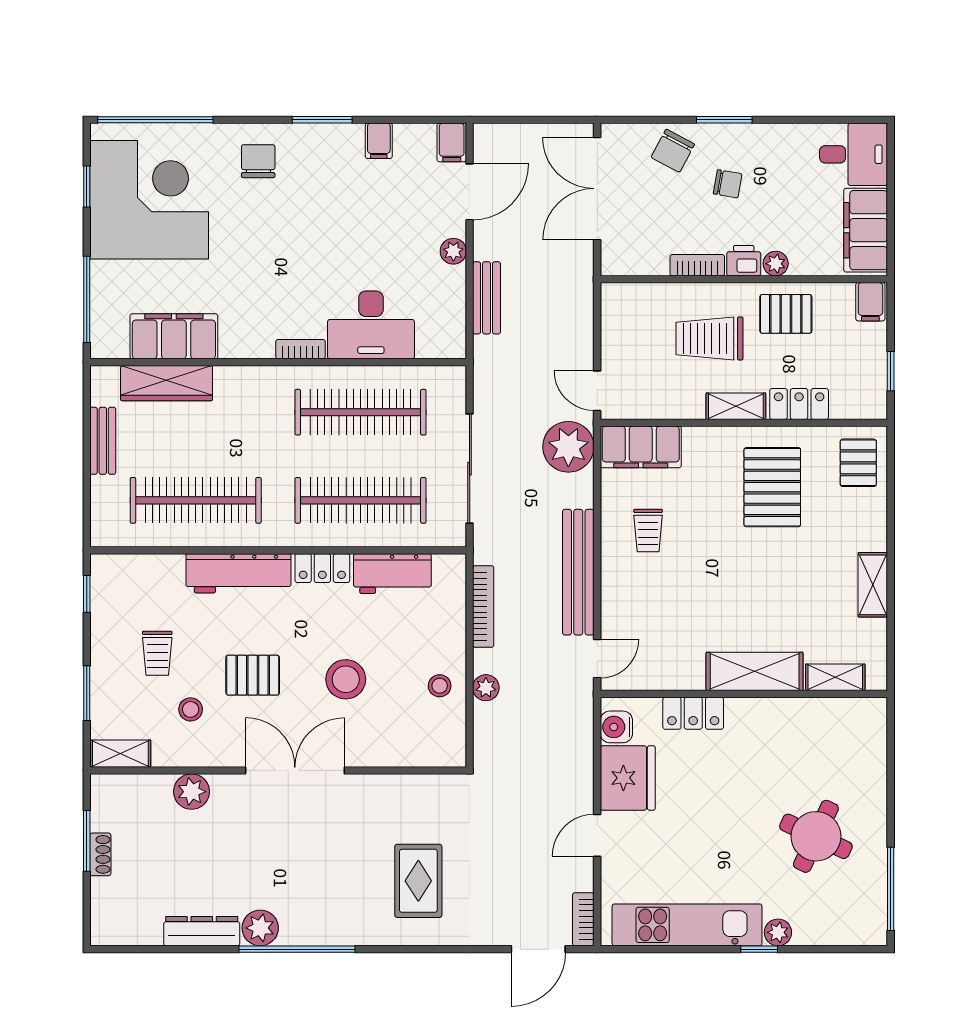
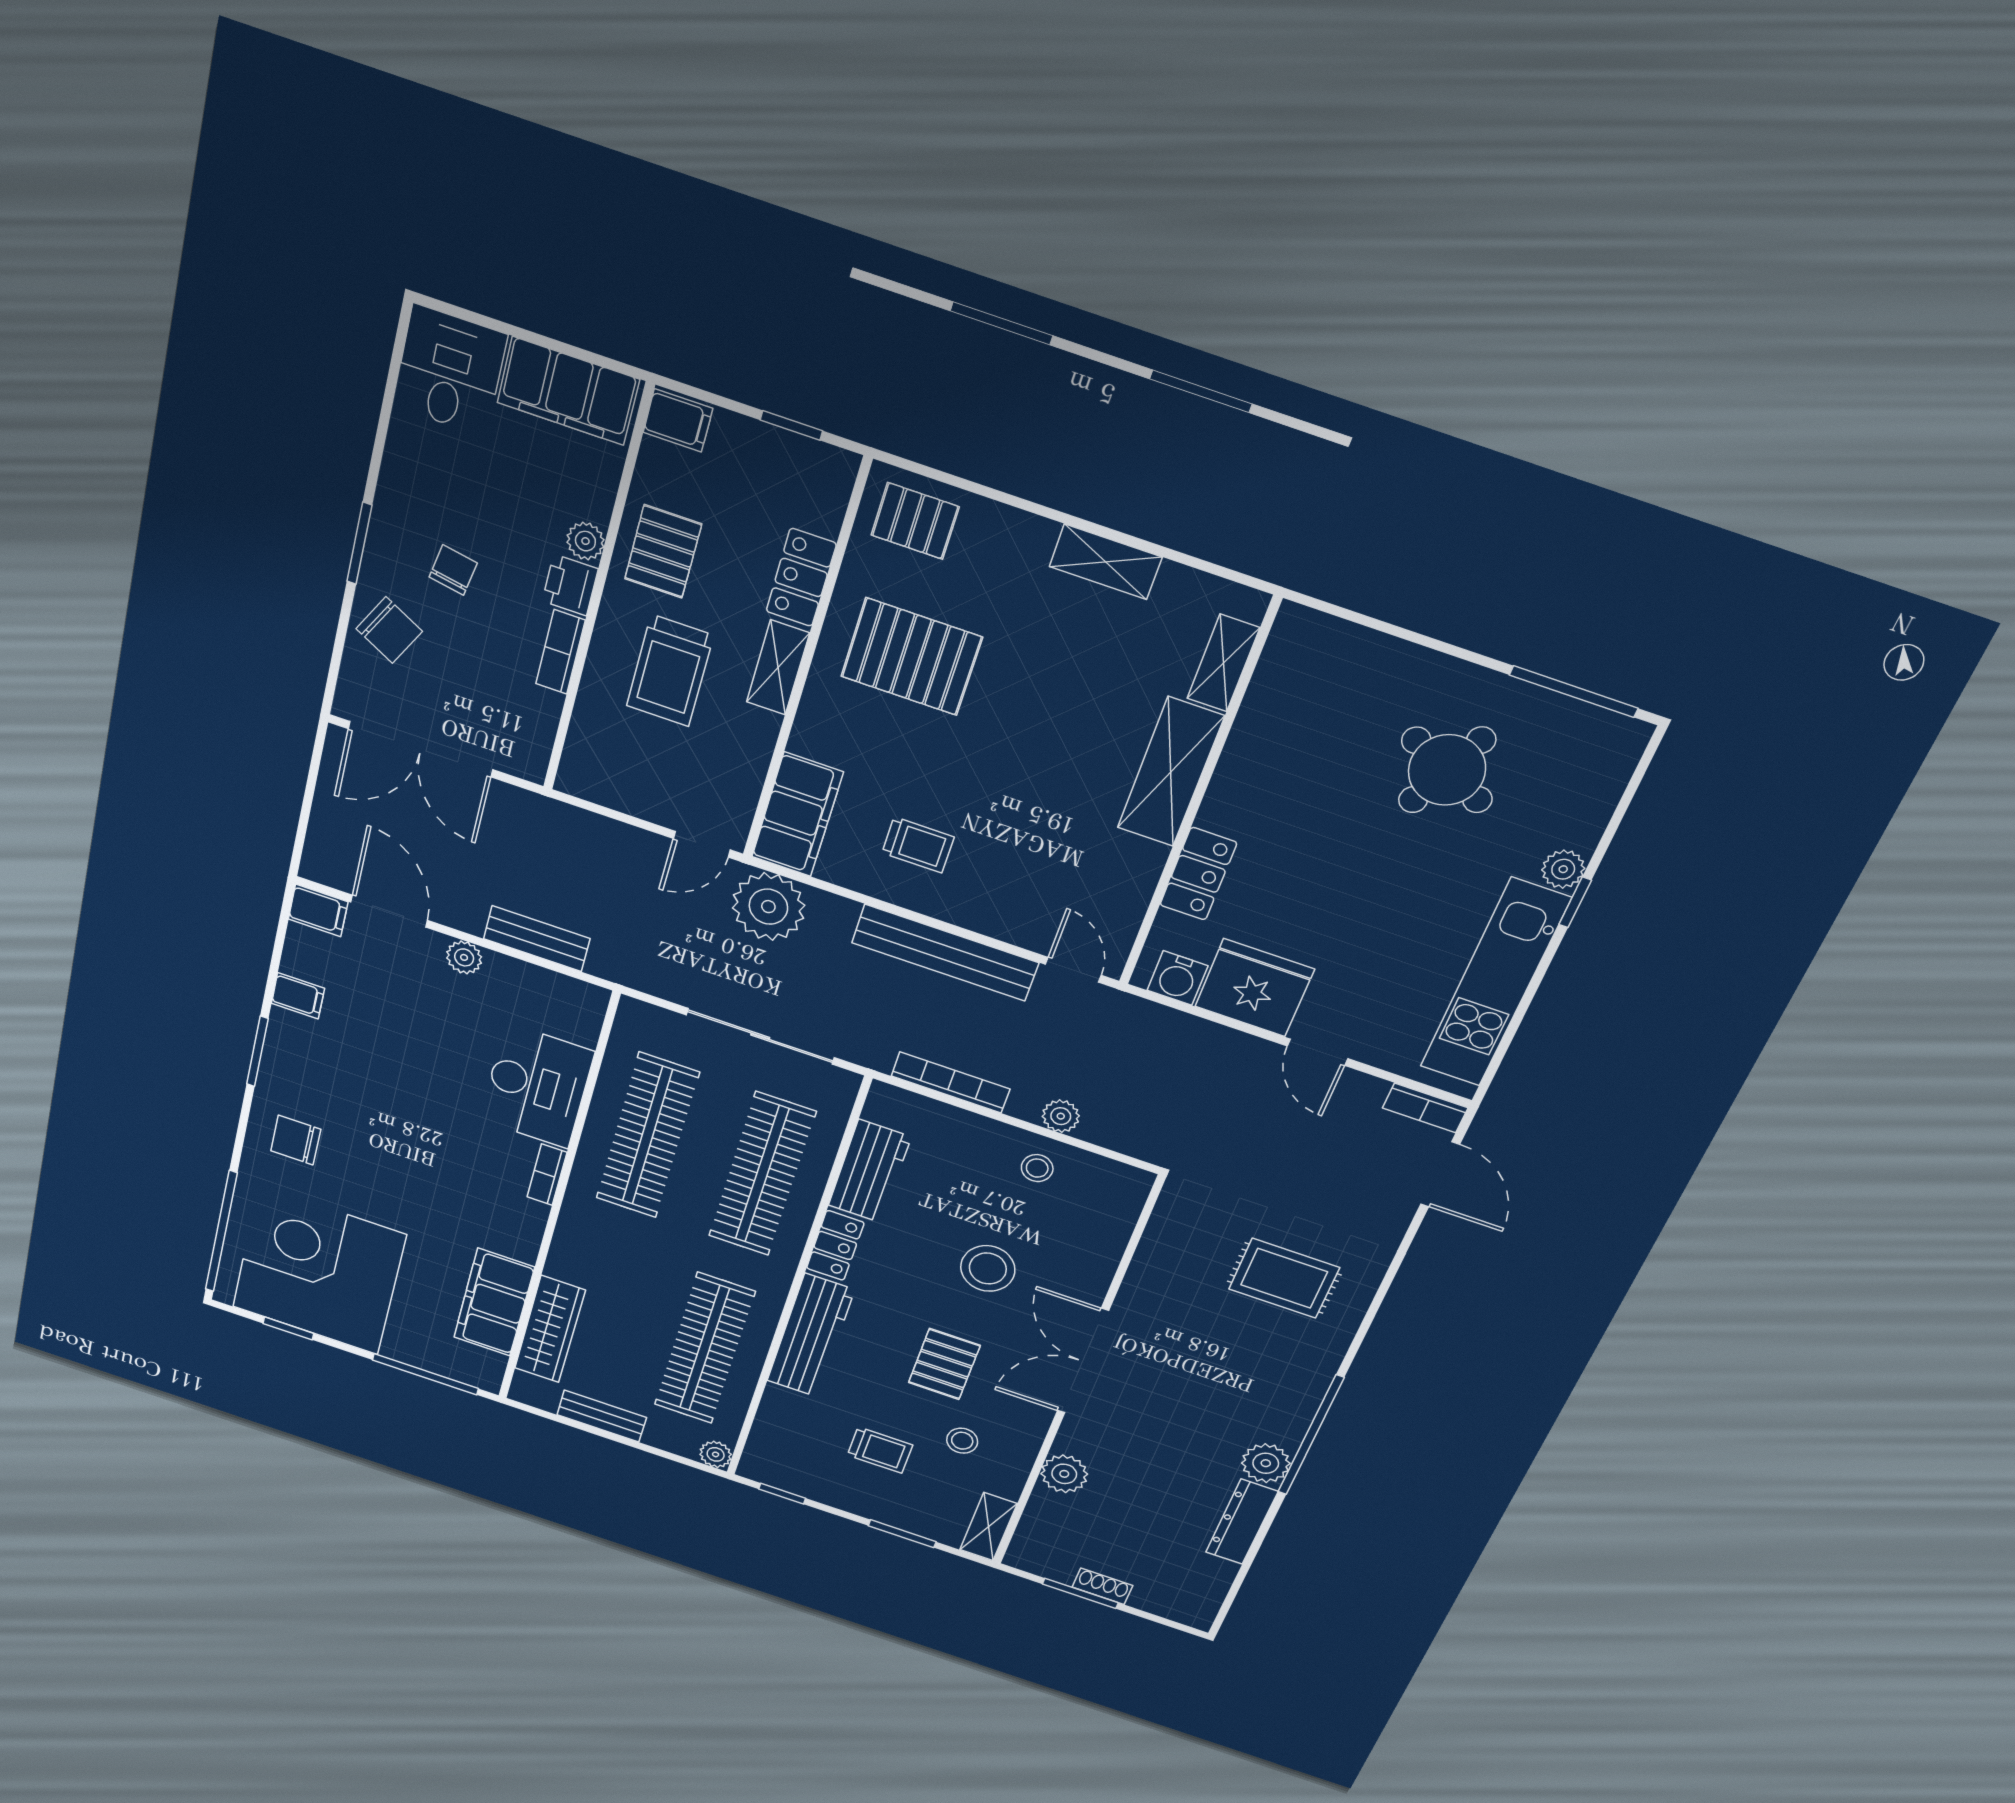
plant: (103, 535) -> (716, 1454), added

